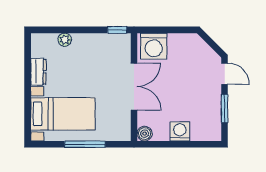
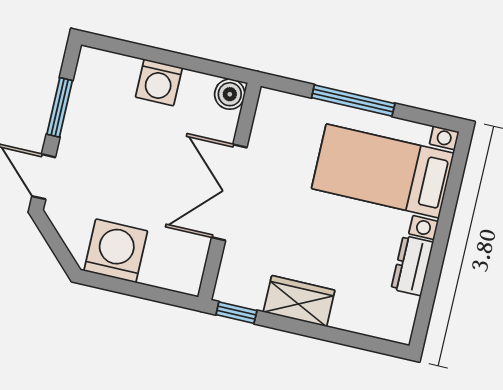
plant: (65, 40) -> (345, 317), removed
wardrobe: (89, 42) -> (299, 301), added
washing machine: (154, 46) -> (116, 251), moved

